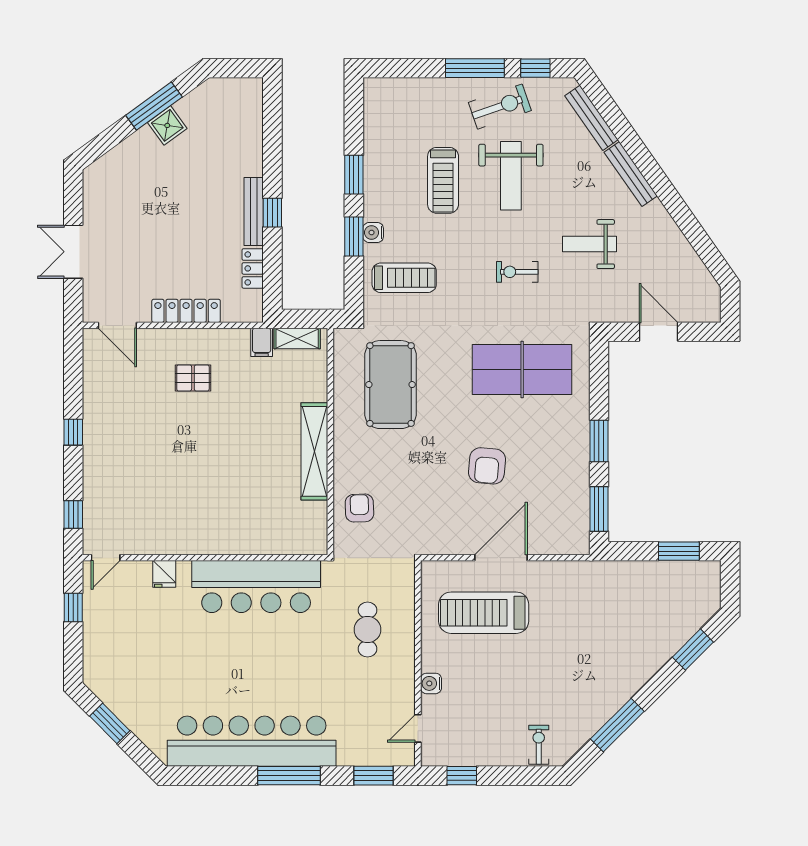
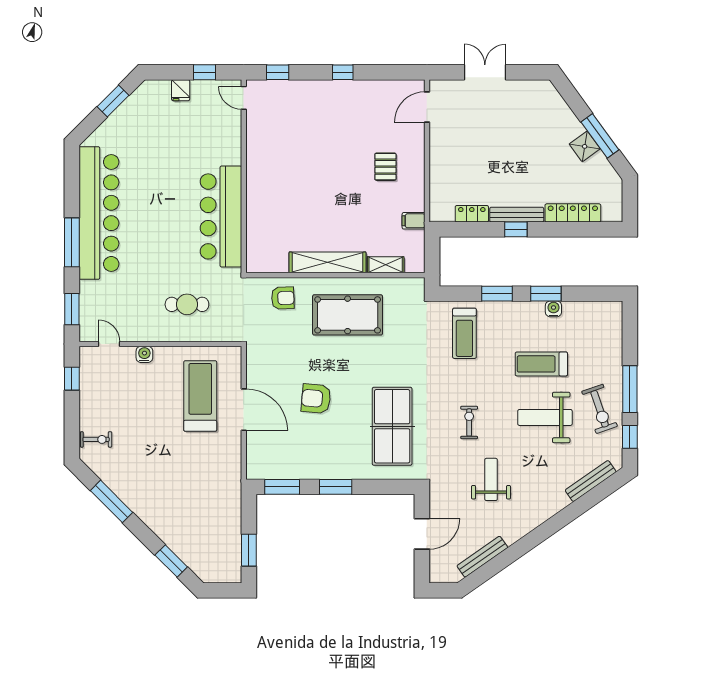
bench: (631, 174) -> (482, 557), moved
water cooler: (373, 232) -> (553, 309), moved
locker: (186, 311) -> (573, 213), moved, turned -90
shelving: (297, 338) -> (386, 265), moved, turned 90
pool table: (391, 385) -> (348, 315), moved
fridge: (164, 574) -> (181, 90), moved, turned -90

